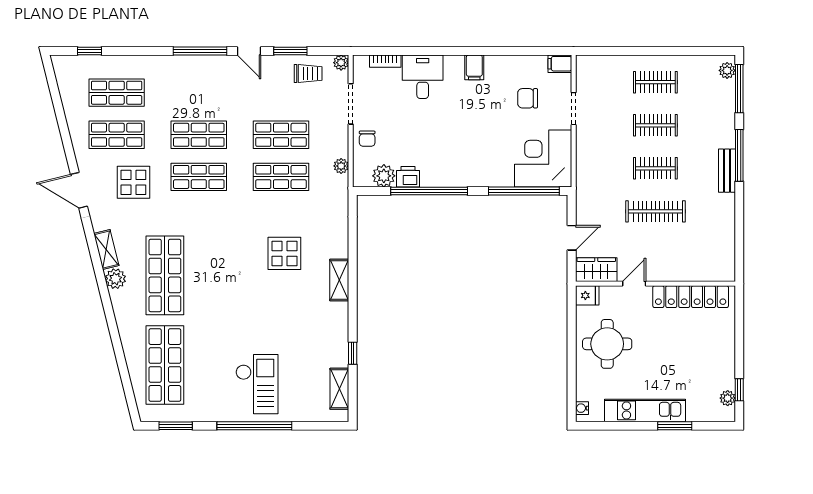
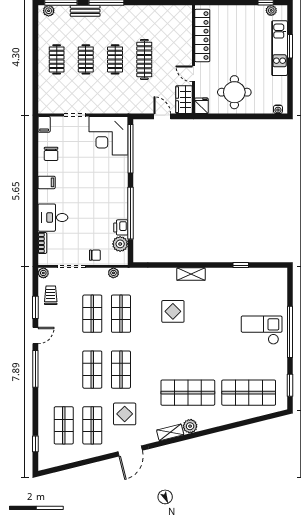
chair: (528, 98) -> (51, 154), moved
bench: (727, 171) -> (85, 11), moved
shelving: (339, 389) -> (265, 274), removed
kitchen unit: (645, 410) -> (280, 48), moved

